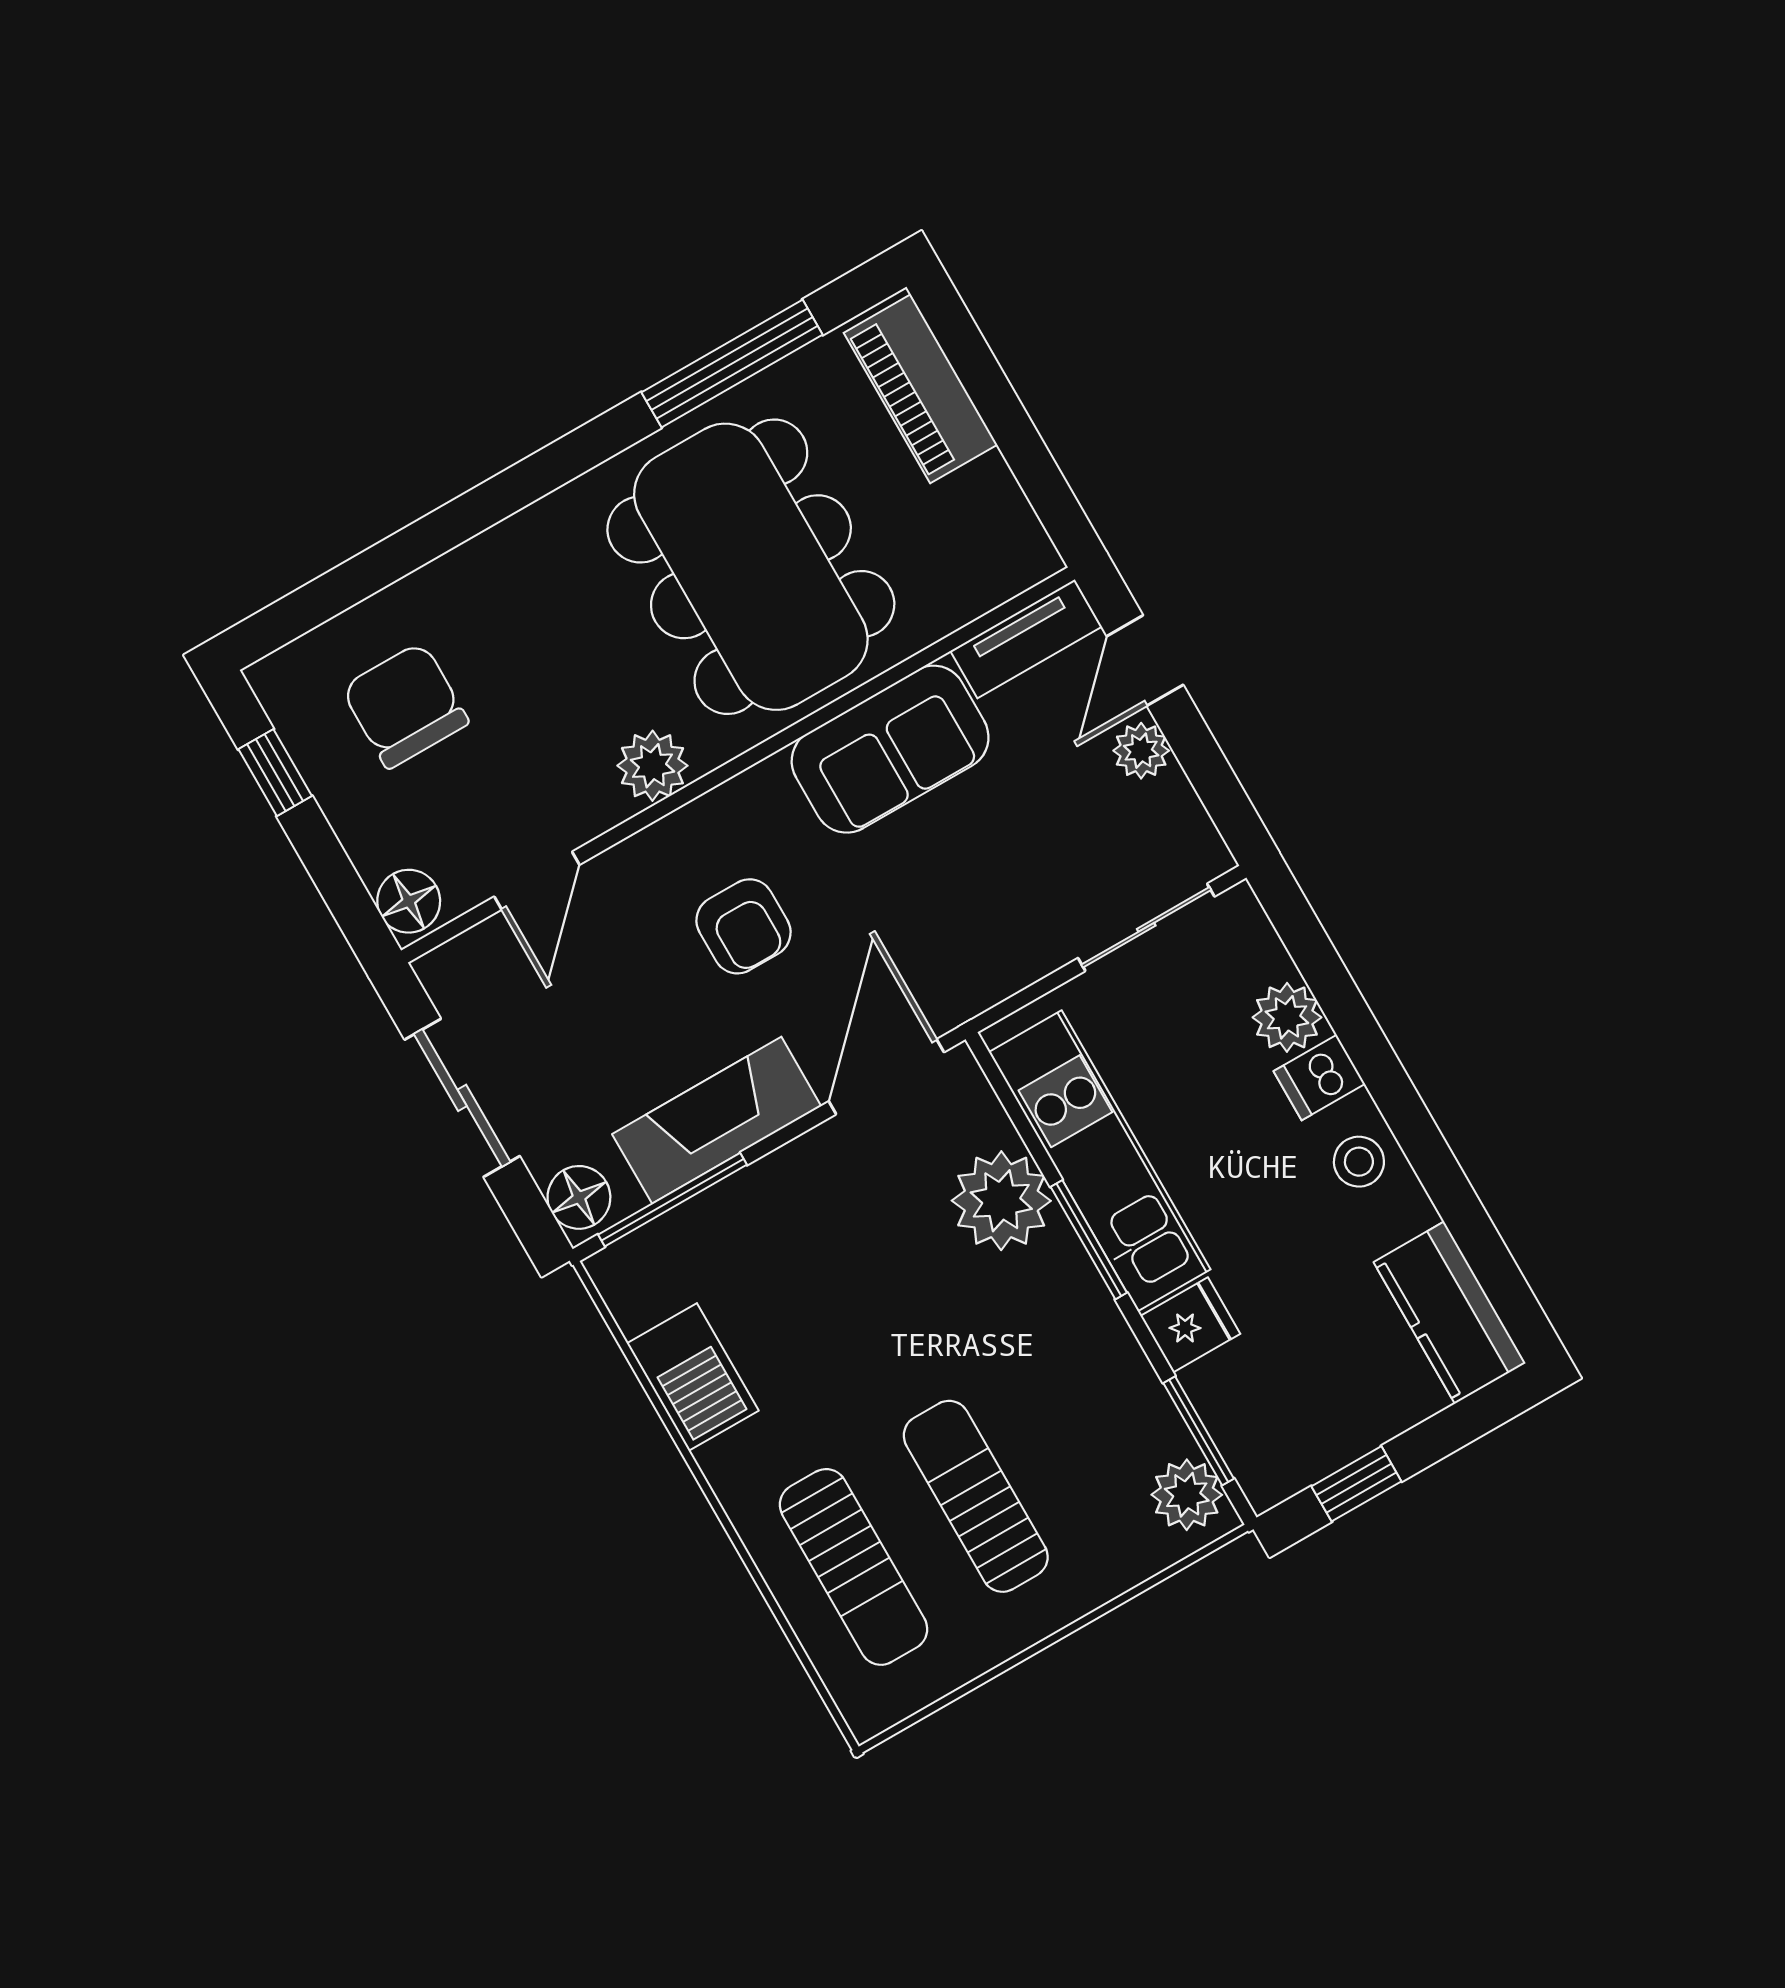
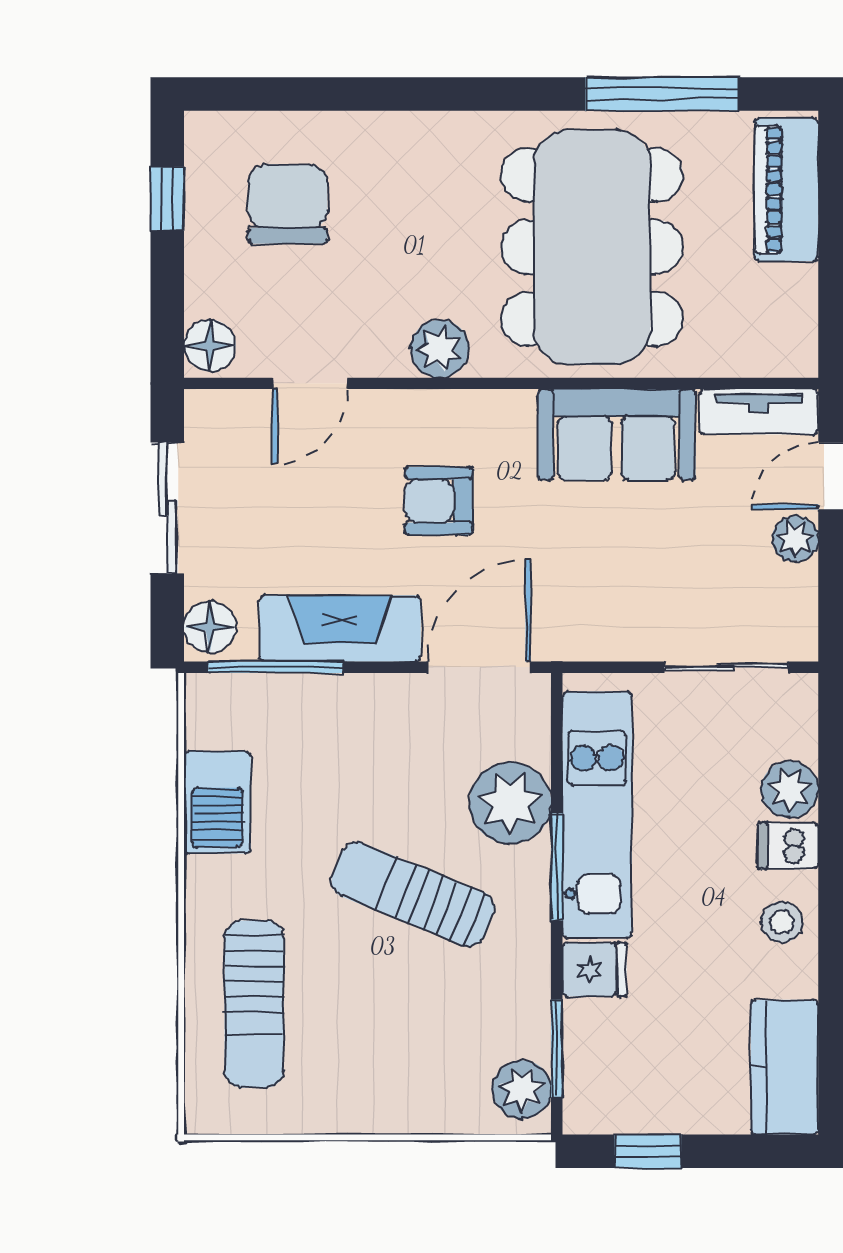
armchair: (744, 926) -> (439, 501), turned 90
sun lounger: (976, 1496) -> (413, 894), moved, turned -68

